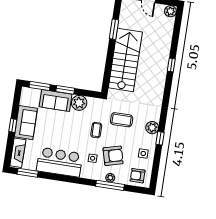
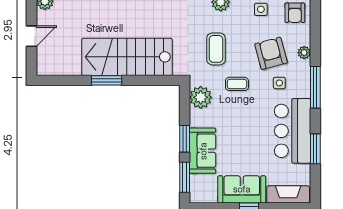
window: (114, 29) -> (107, 80), moved
plant: (79, 103) -> (201, 97), moved
window: (28, 173) -> (315, 149), moved
window: (110, 185) -> (315, 87), moved

